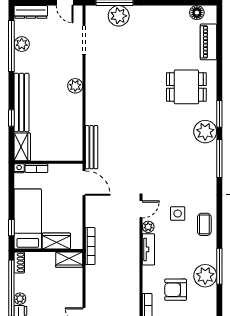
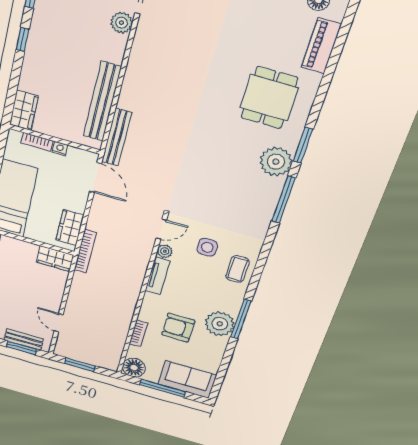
plant: (75, 86) -> (122, 23), moved
dining table: (186, 87) -> (269, 98), turned 90
bench: (22, 102) -> (102, 102), moved
window: (11, 118) -> (23, 39), moved
nightstand: (19, 168) -> (60, 149), moved
wardrobe: (56, 241) -> (70, 228), moved, turned -90

